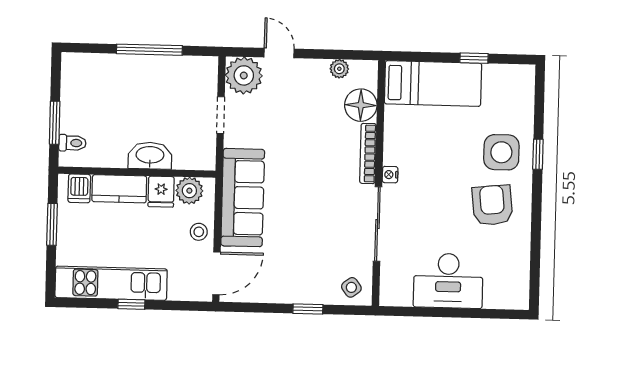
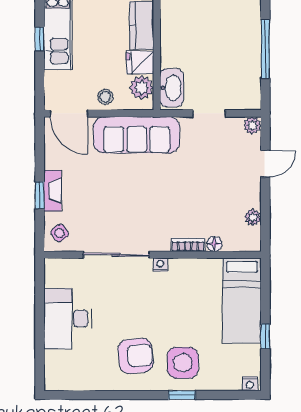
plant: (244, 75) -> (252, 125), width x0.53, depth x0.53
nightstand: (527, 77) -> (250, 384), added
floor lamp: (361, 105) -> (214, 244), width x0.53, depth x0.53
bookcase: (368, 153) -> (188, 245), width x0.64
washbasin: (150, 156) -> (172, 88), moved
fireplace: (303, 294) -> (53, 191), added

